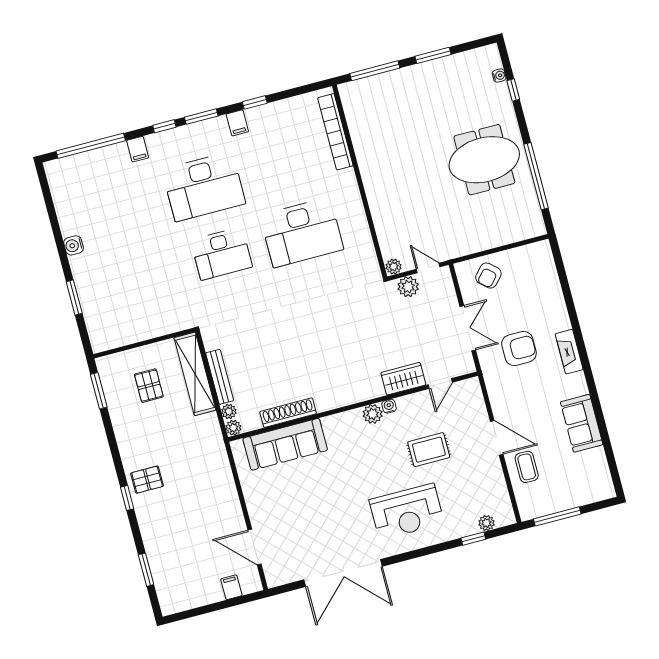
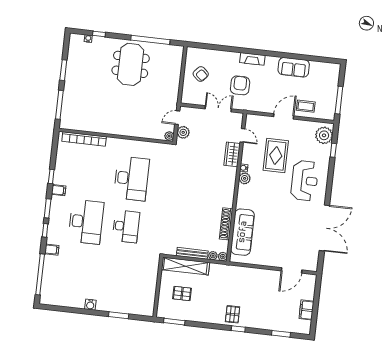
armchair: (488, 276) -> (201, 74), moved
rug: (429, 450) -> (276, 156), width x1.36, depth x1.43
plant: (486, 523) -> (324, 135), width x1.88, depth x1.88
filing cabinet: (231, 587) -> (306, 310), moved, width x2.00

